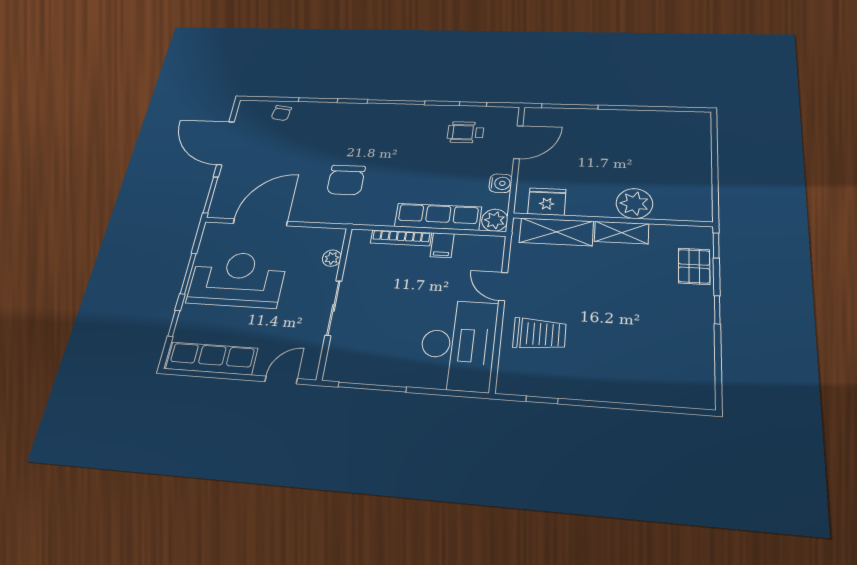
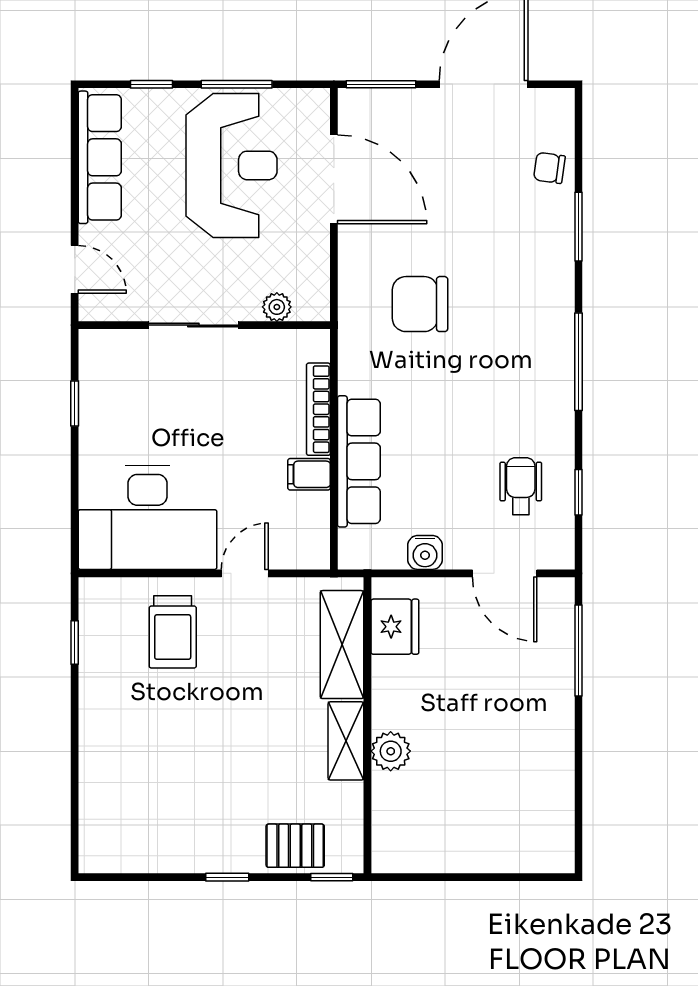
plant: (634, 204) -> (391, 751), width x0.73, depth x0.73
plant: (495, 220) -> (357, 550), removed
window: (372, 387) -> (75, 404), width x0.46

